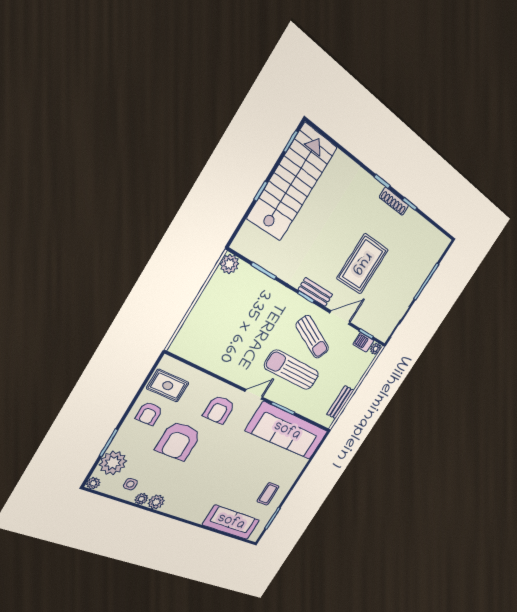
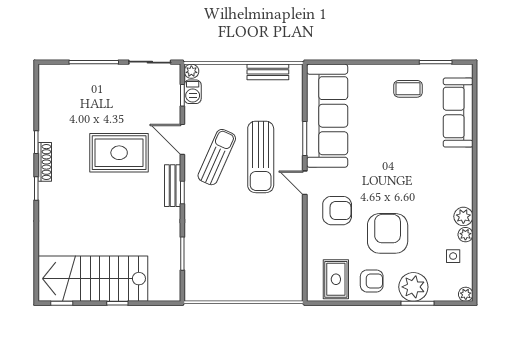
plant: (229, 264) -> (194, 291), removed
armchair: (179, 441) -> (388, 233), turned -90
plant: (113, 463) -> (413, 287), moved

